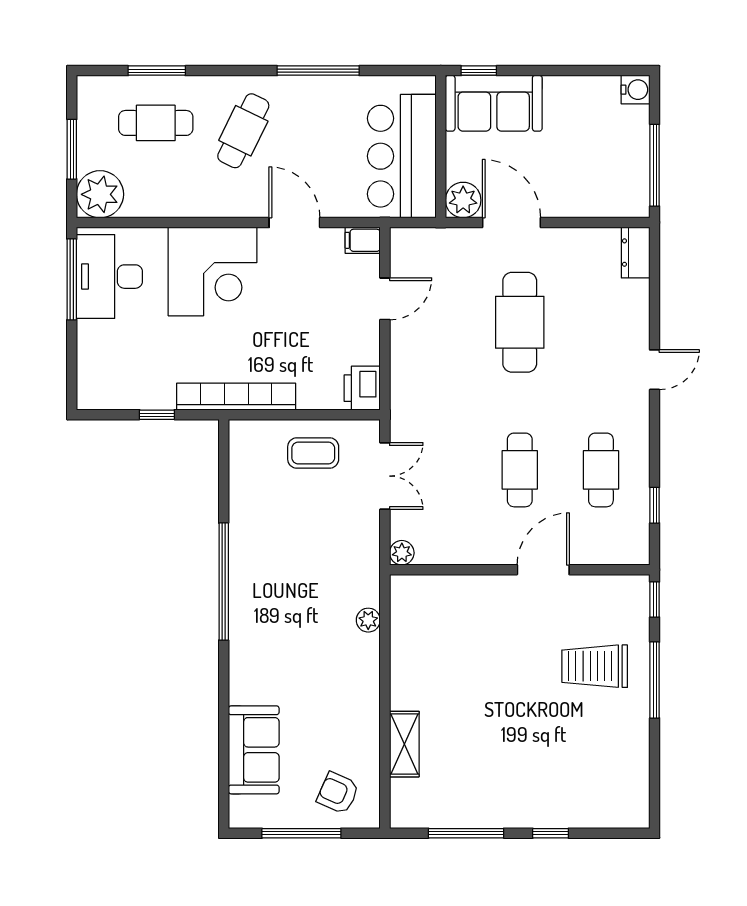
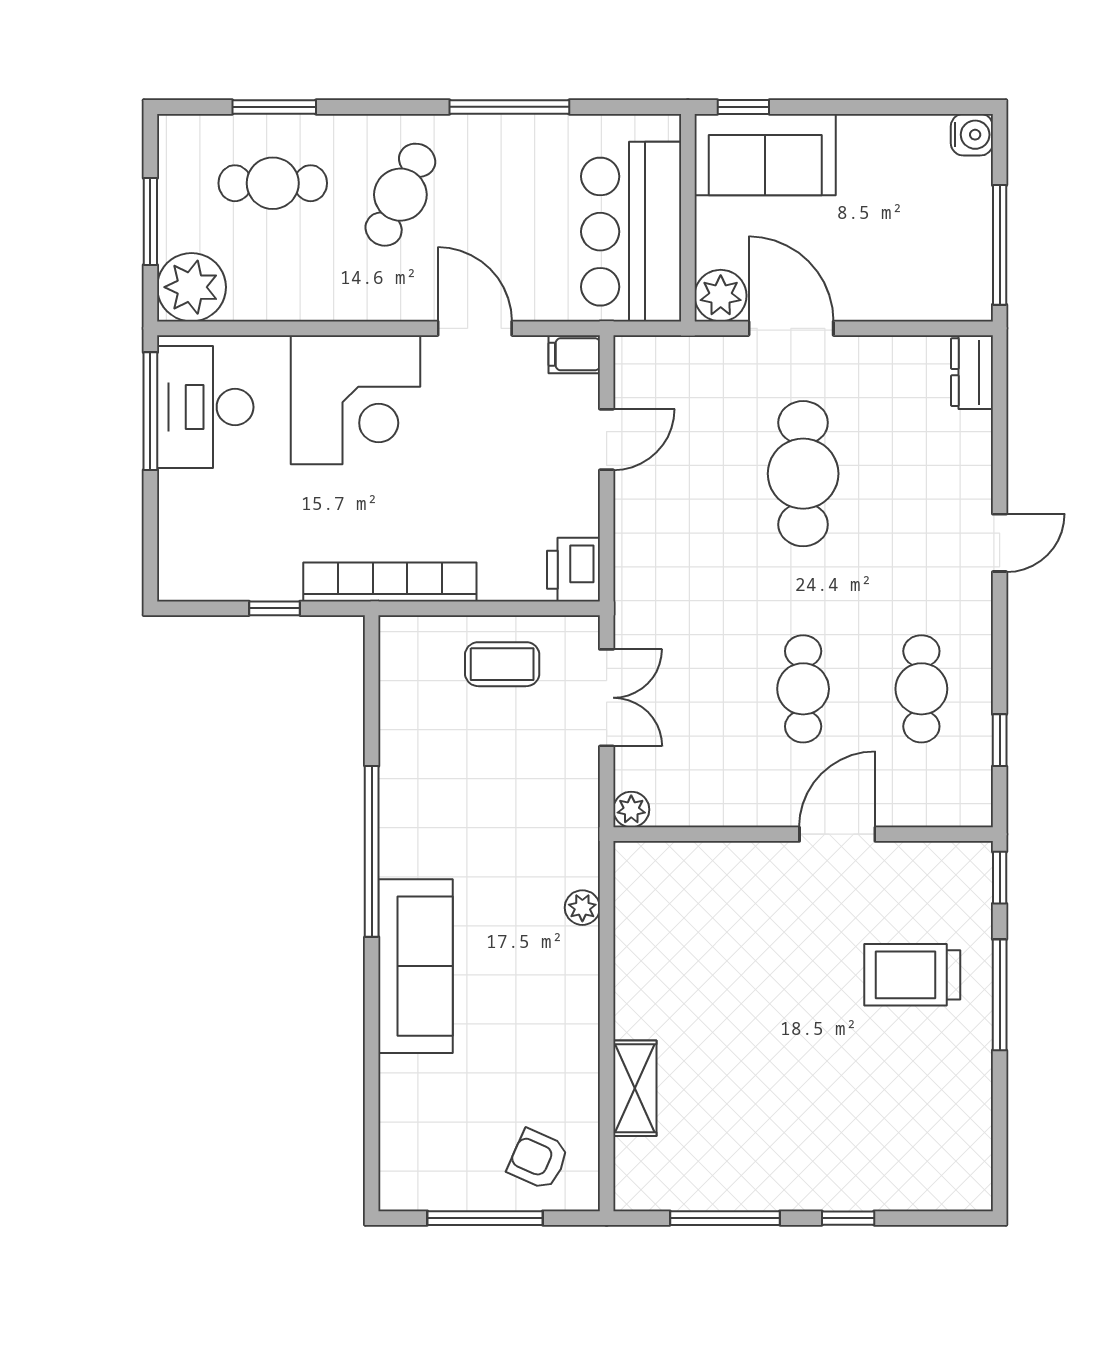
sofa: (254, 750) -> (415, 966), moved, width x1.36

